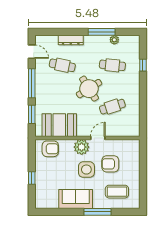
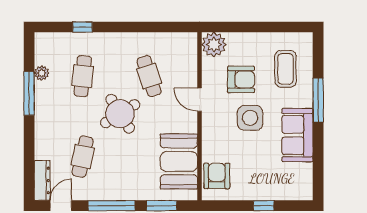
dresser: (71, 40) -> (42, 180), moved
plant: (82, 147) -> (214, 45), moved
armchair: (110, 164) -> (241, 79), turned -90

